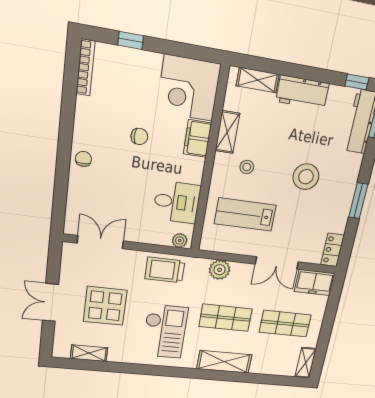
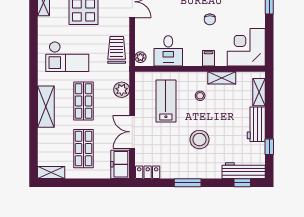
window: (357, 82) -> (269, 147), moved
filing cabinet: (197, 138) -> (209, 58), width x0.50

